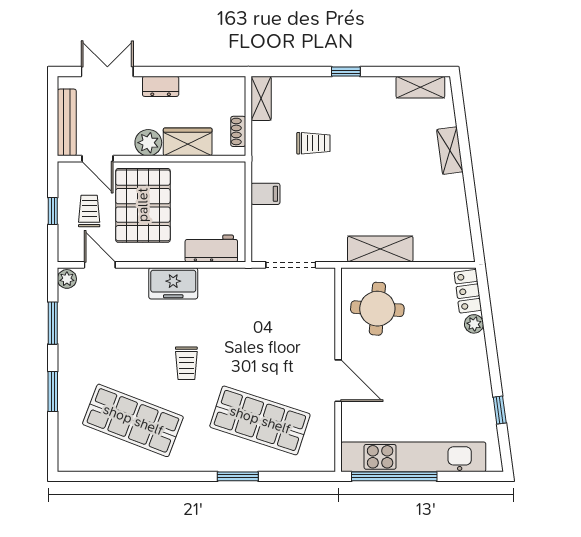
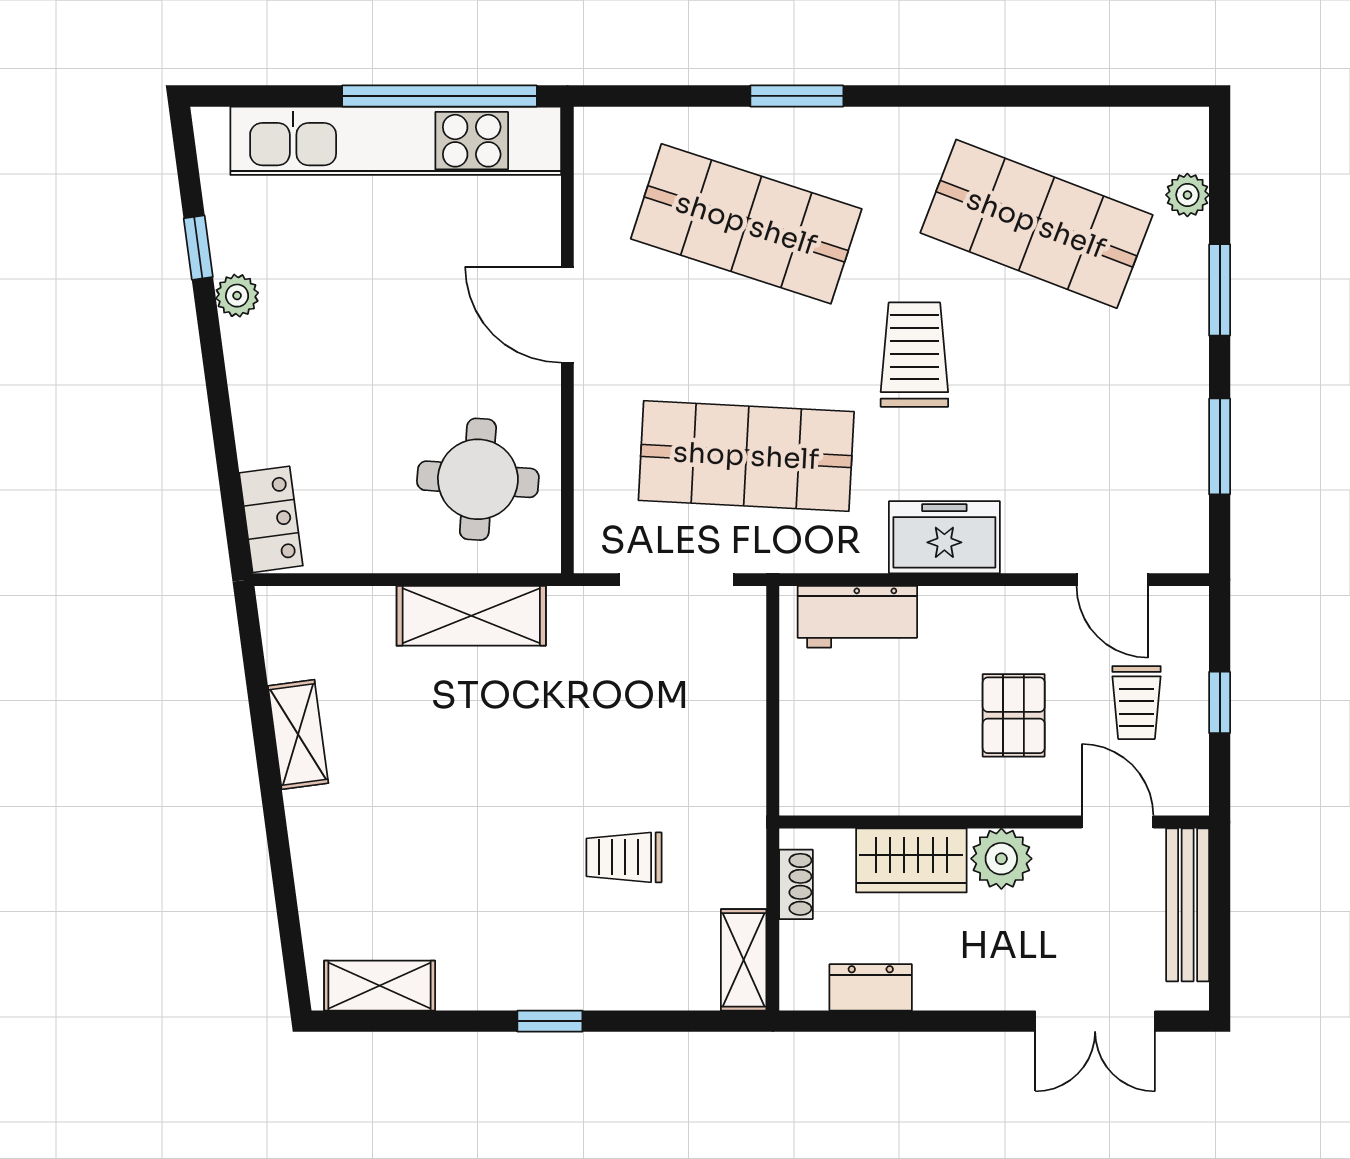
dresser: (161, 86) -> (871, 987), moved
shelving: (450, 151) -> (298, 735), moved
filing cabinet: (265, 194) -> (734, 742), removed
pallet: (143, 205) -> (1014, 715), width x0.49, depth x0.50
plant: (67, 279) -> (1187, 195), moved
shop shelf: (260, 319) -> (746, 456), added
plant: (474, 324) -> (237, 296), moved
trolley: (186, 363) -> (914, 355), width x1.36, depth x1.39

